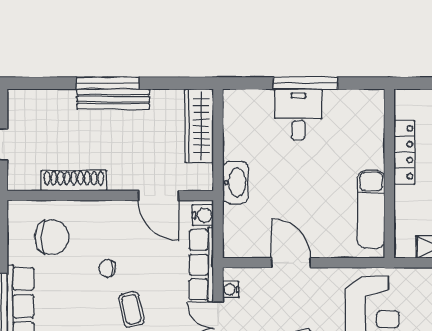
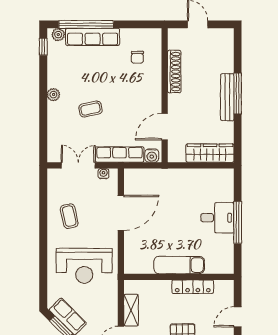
washbasin: (235, 182) -> (173, 177), removed
exam couch: (371, 209) -> (179, 265), moved
chair: (52, 237) -> (137, 57), width x0.54, depth x0.54
door: (291, 263) -> (121, 213), width x1.36
chair: (107, 268) -> (117, 93), removed

